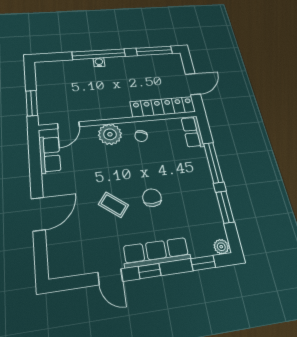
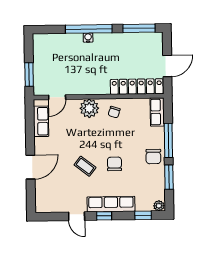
chair: (200, 183) -> (153, 157), added

